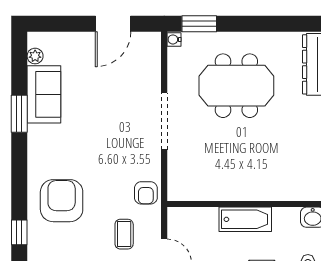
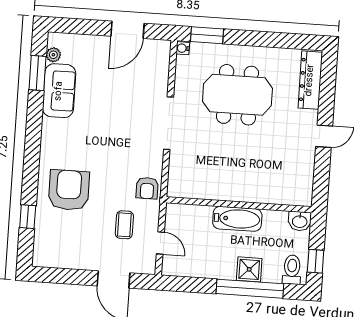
window: (19, 114) -> (38, 73), moved

